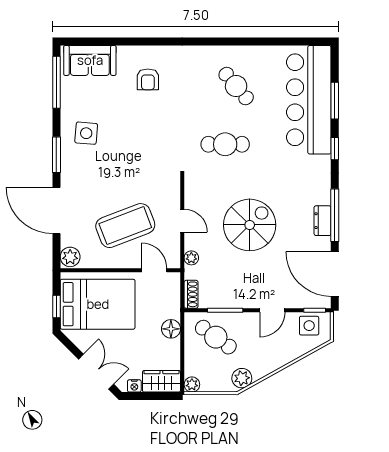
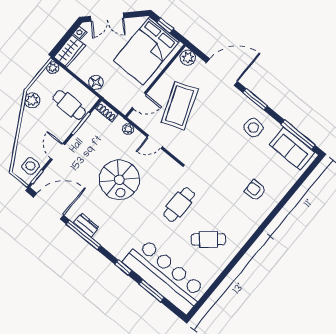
sofa: (90, 60) -> (292, 148), moved, turned -90
cafe table: (216, 337) -> (69, 105), turned 54

